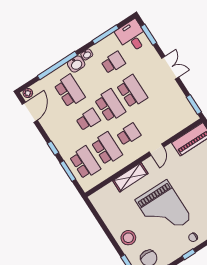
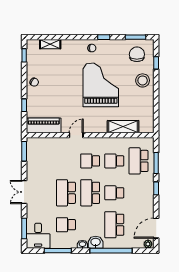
school desk: (107, 148) -> (114, 161), width x0.54
shelving: (130, 177) -> (123, 127), moved

